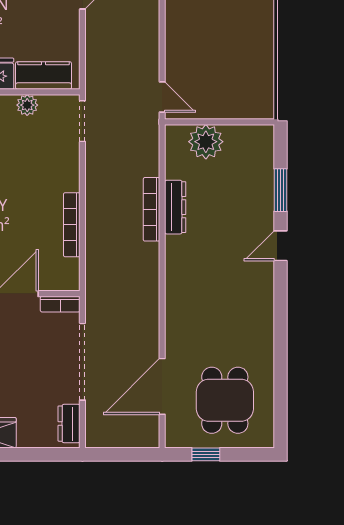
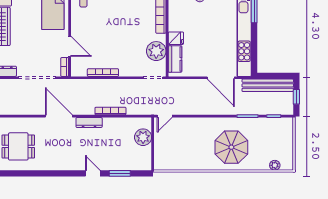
plant: (27, 105) -> (156, 51), width x1.88, depth x1.88
dresser: (175, 207) -> (89, 122), moved
door: (162, 386) -> (59, 116), moved

